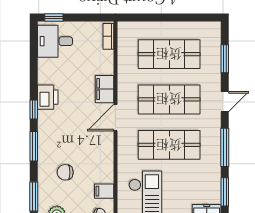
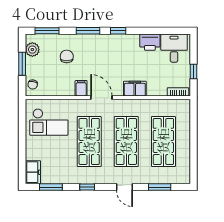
window: (54, 17) -> (193, 71), moved
printer: (48, 97) -> (150, 42), moved
door: (115, 118) -> (101, 98), moved
window: (225, 147) -> (87, 187), width x0.46
filing cabinet: (104, 191) -> (81, 88), moved

